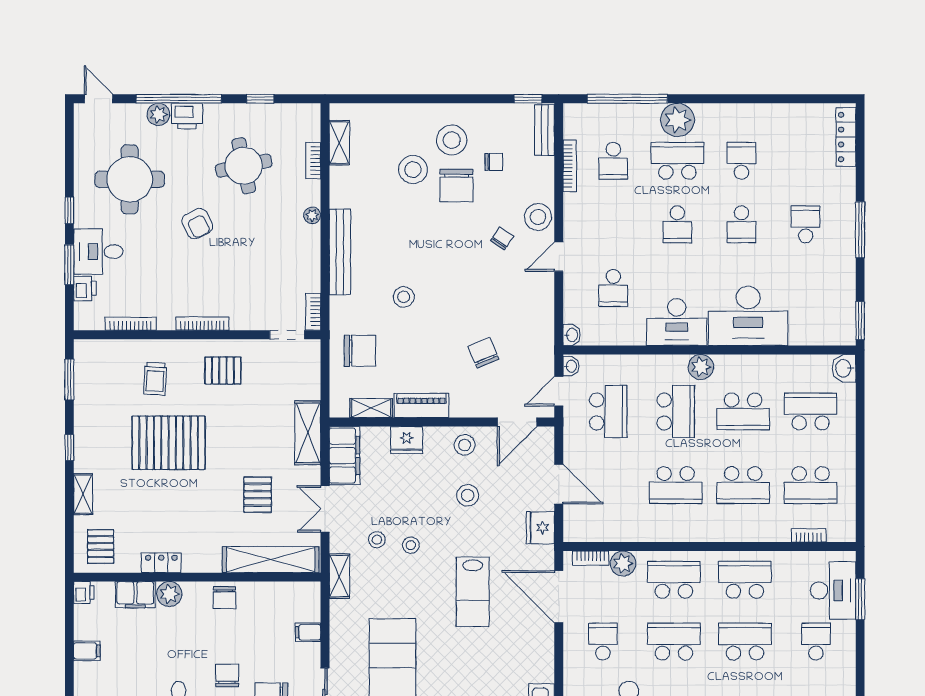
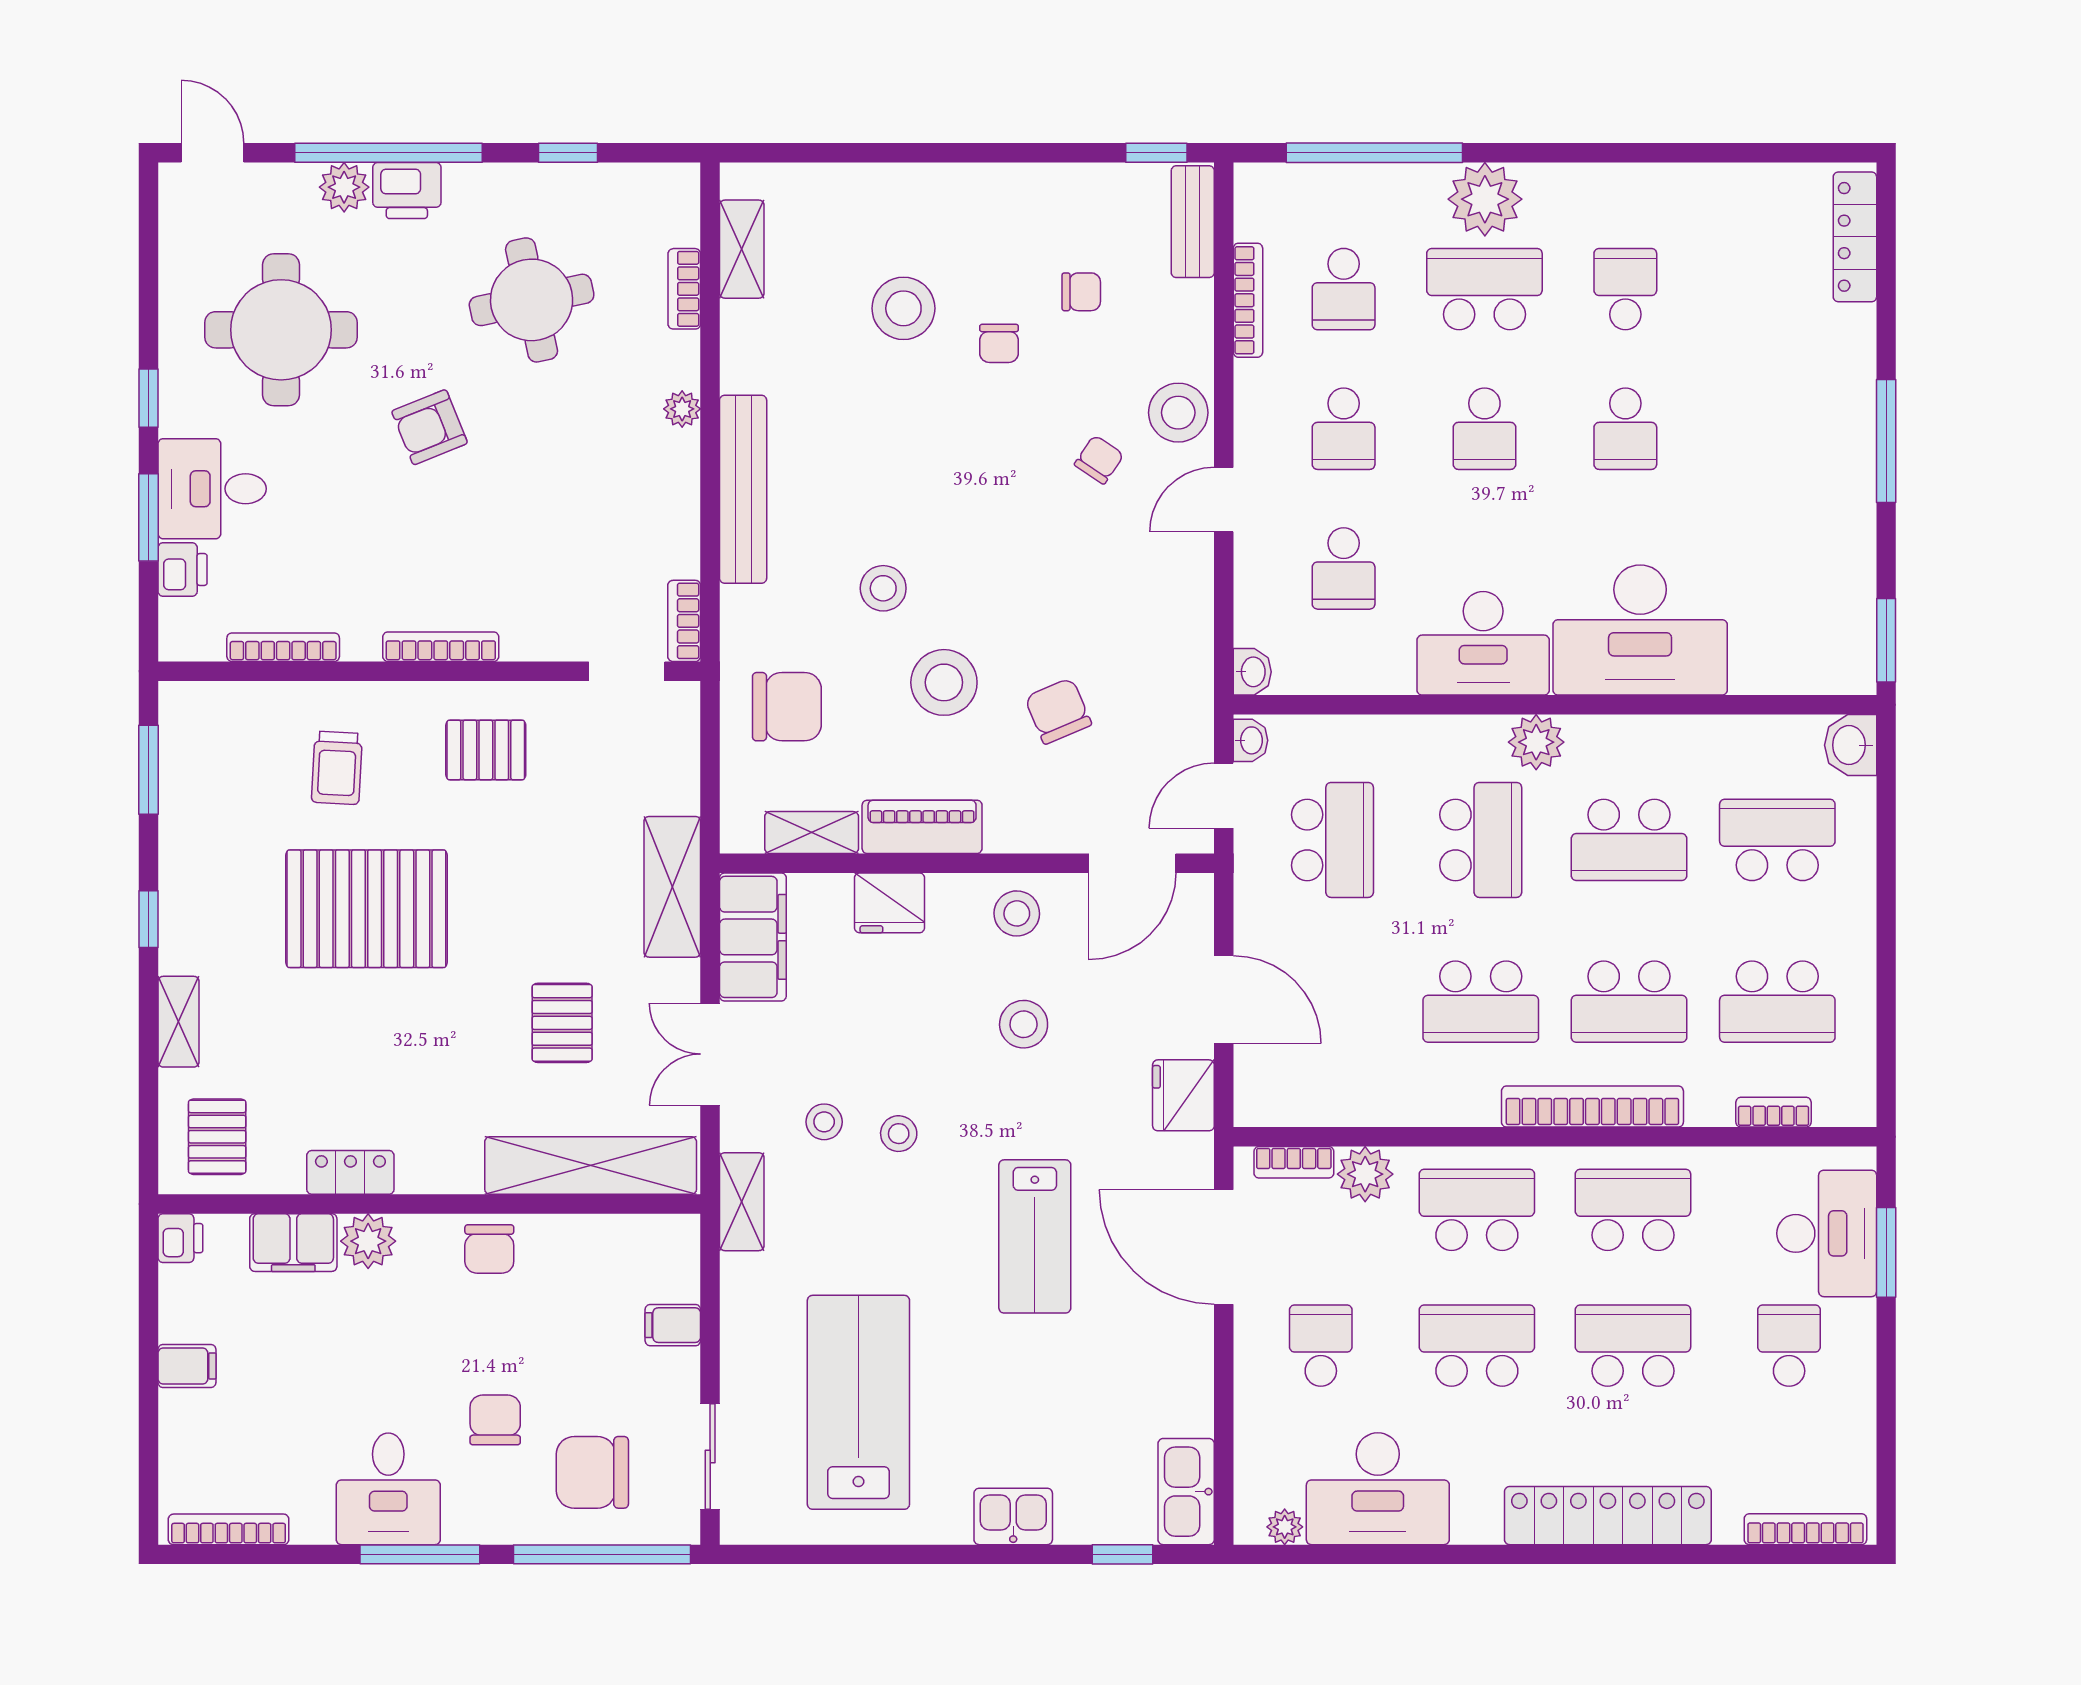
stool: (452, 140) -> (944, 682), moved
chair: (456, 185) -> (999, 343), width x0.54, depth x0.54
armchair: (197, 224) -> (430, 427), turned 94
school desk: (806, 224) -> (1344, 429), moved, turned 180
bookcase: (726, 533) -> (1592, 1107), added

